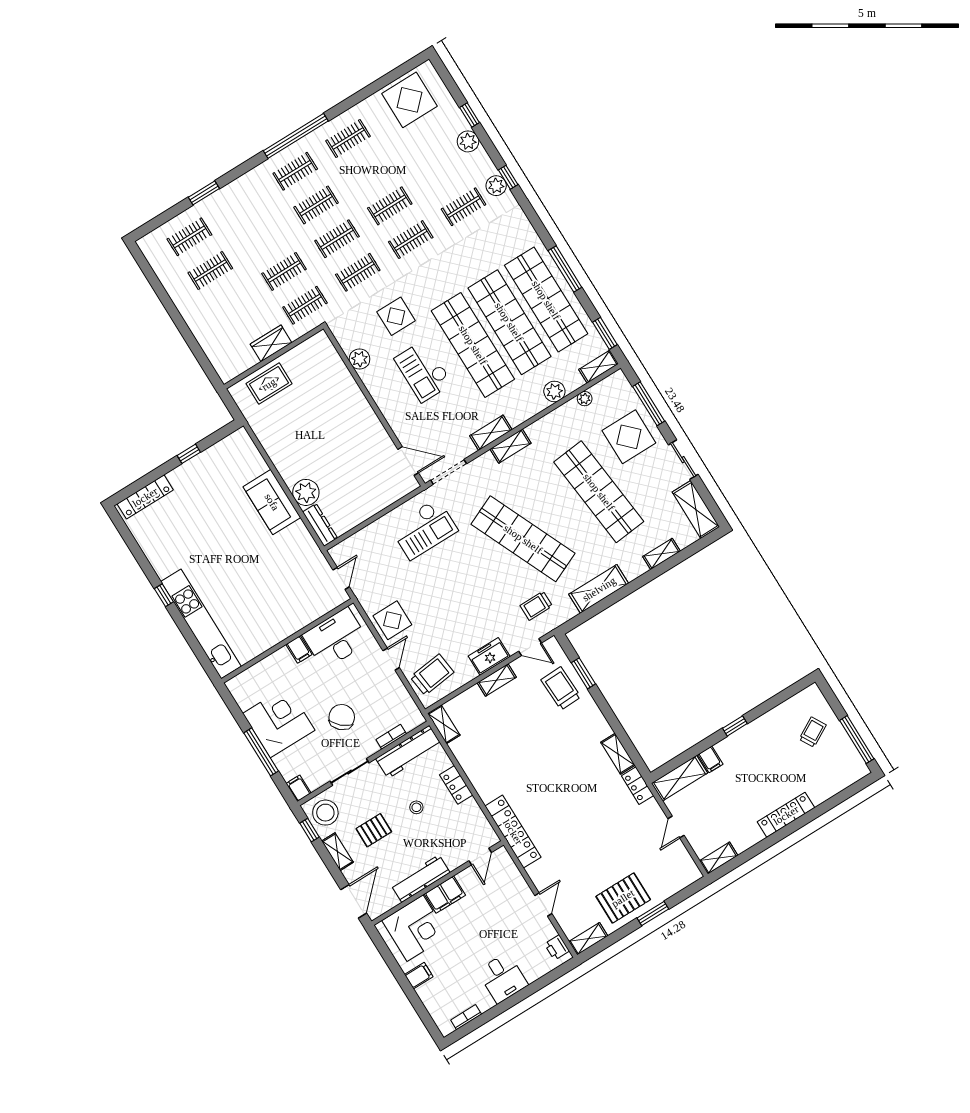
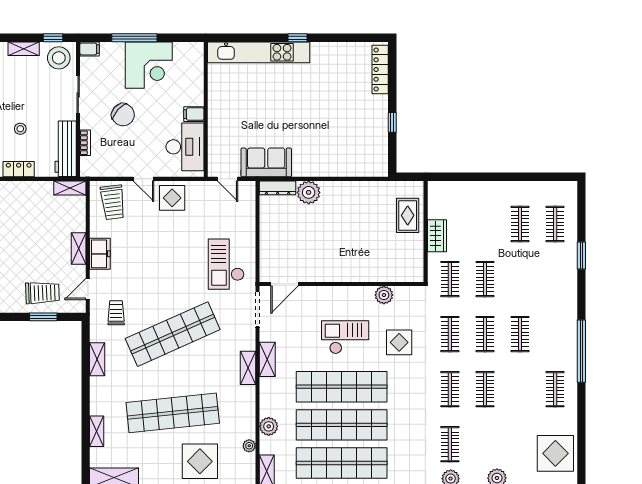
clothes rail: (295, 171) -> (555, 334), removed
sofa: (272, 502) -> (266, 162), moved
shelving: (599, 589) -> (97, 359), width x0.67, depth x0.75
pallet: (374, 830) -> (23, 86), removed

